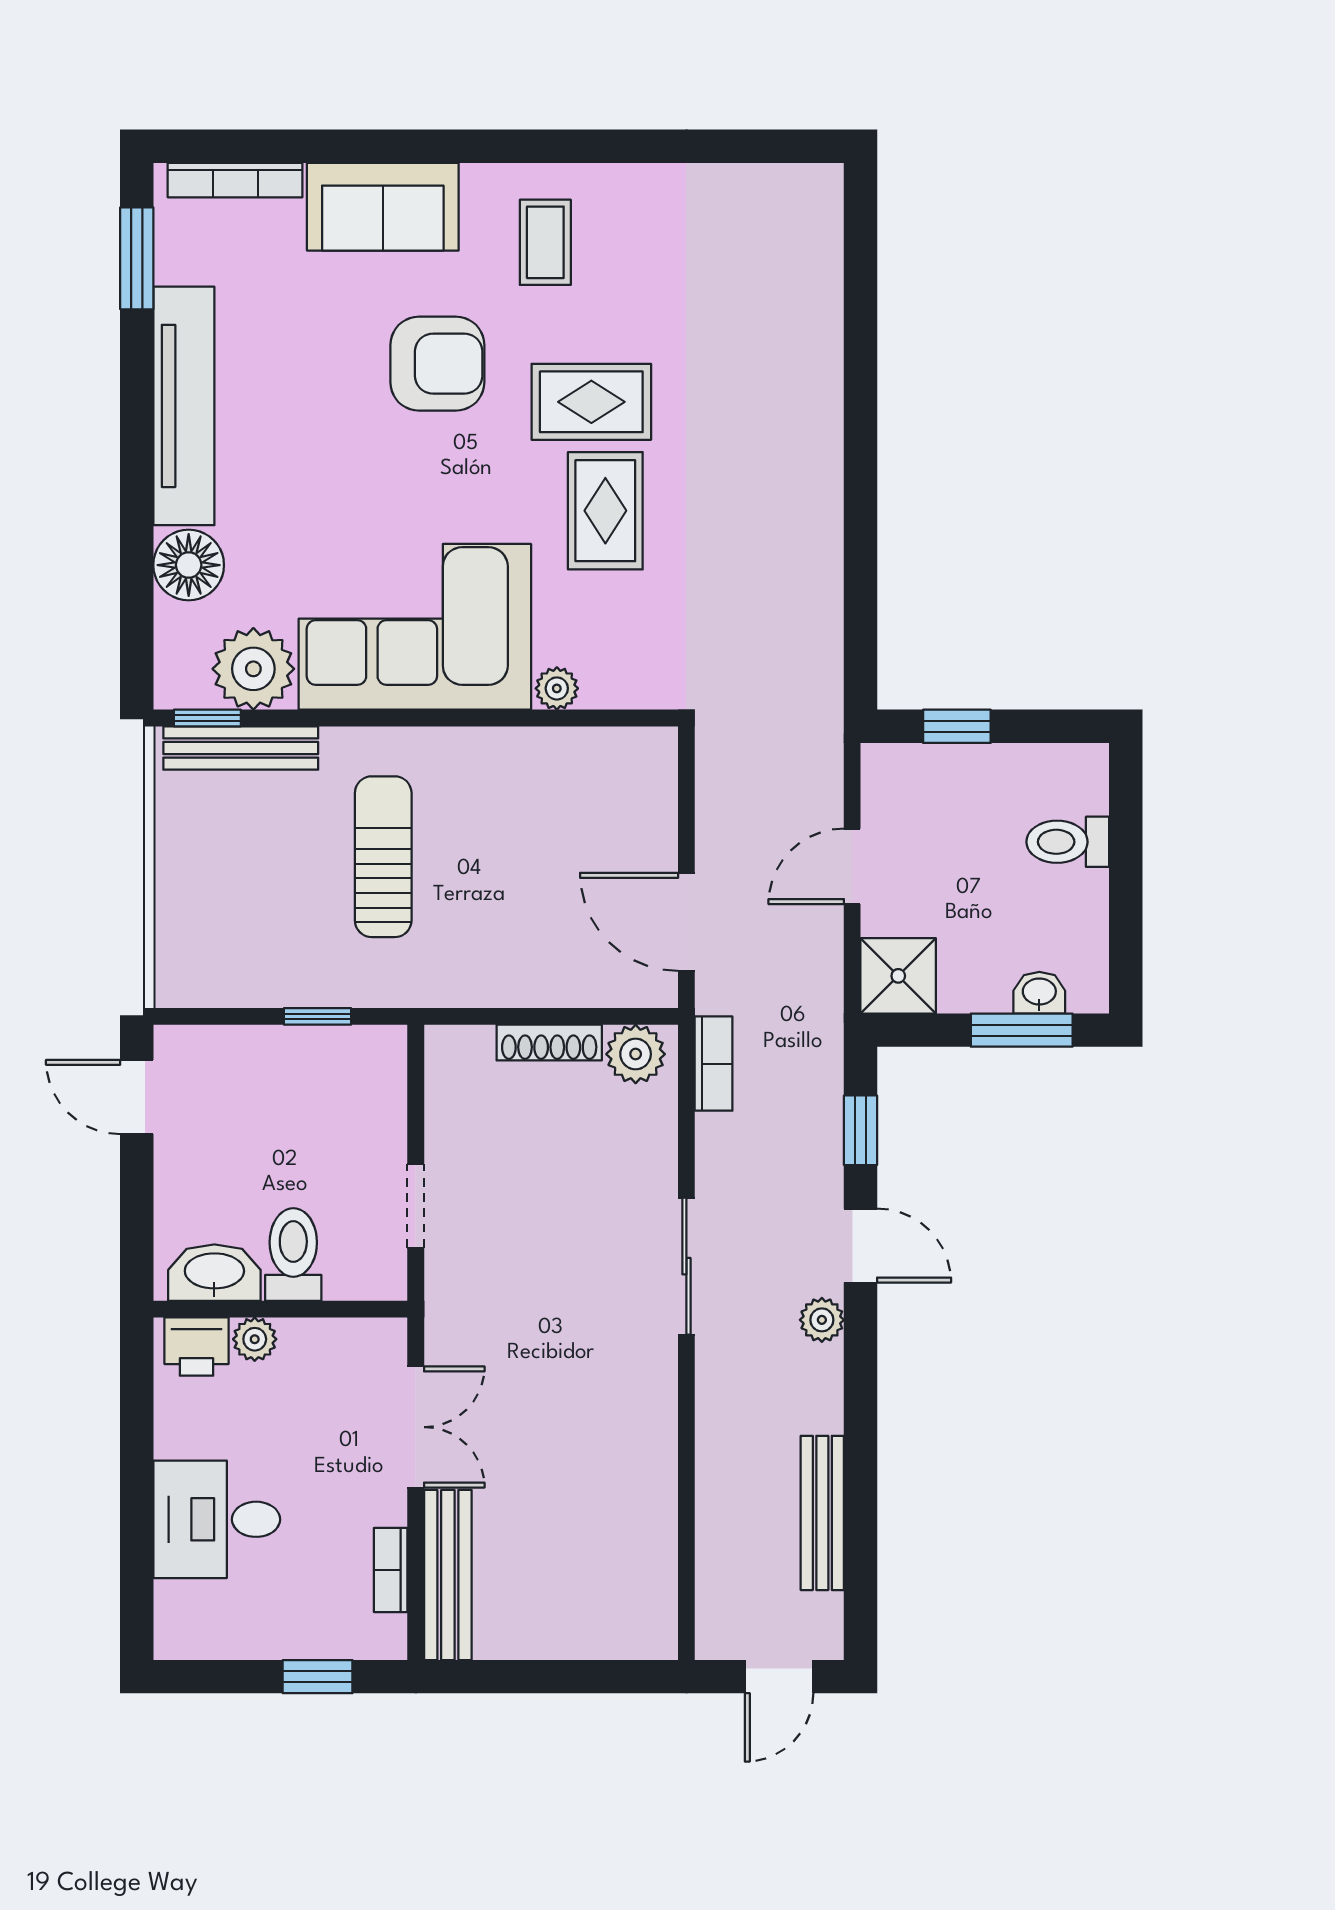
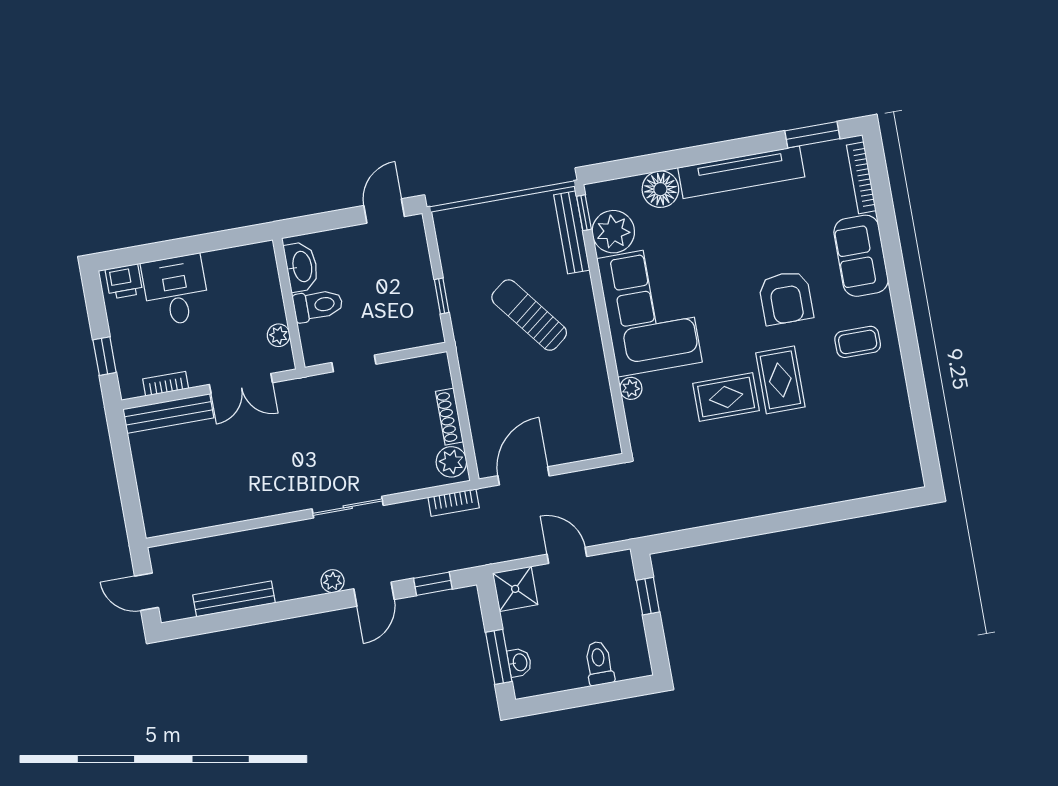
sun lounger: (383, 857) -> (529, 315), turned -128
plant: (255, 1339) -> (279, 335), moved
printer: (197, 1347) -> (124, 281), moved, turned -90

